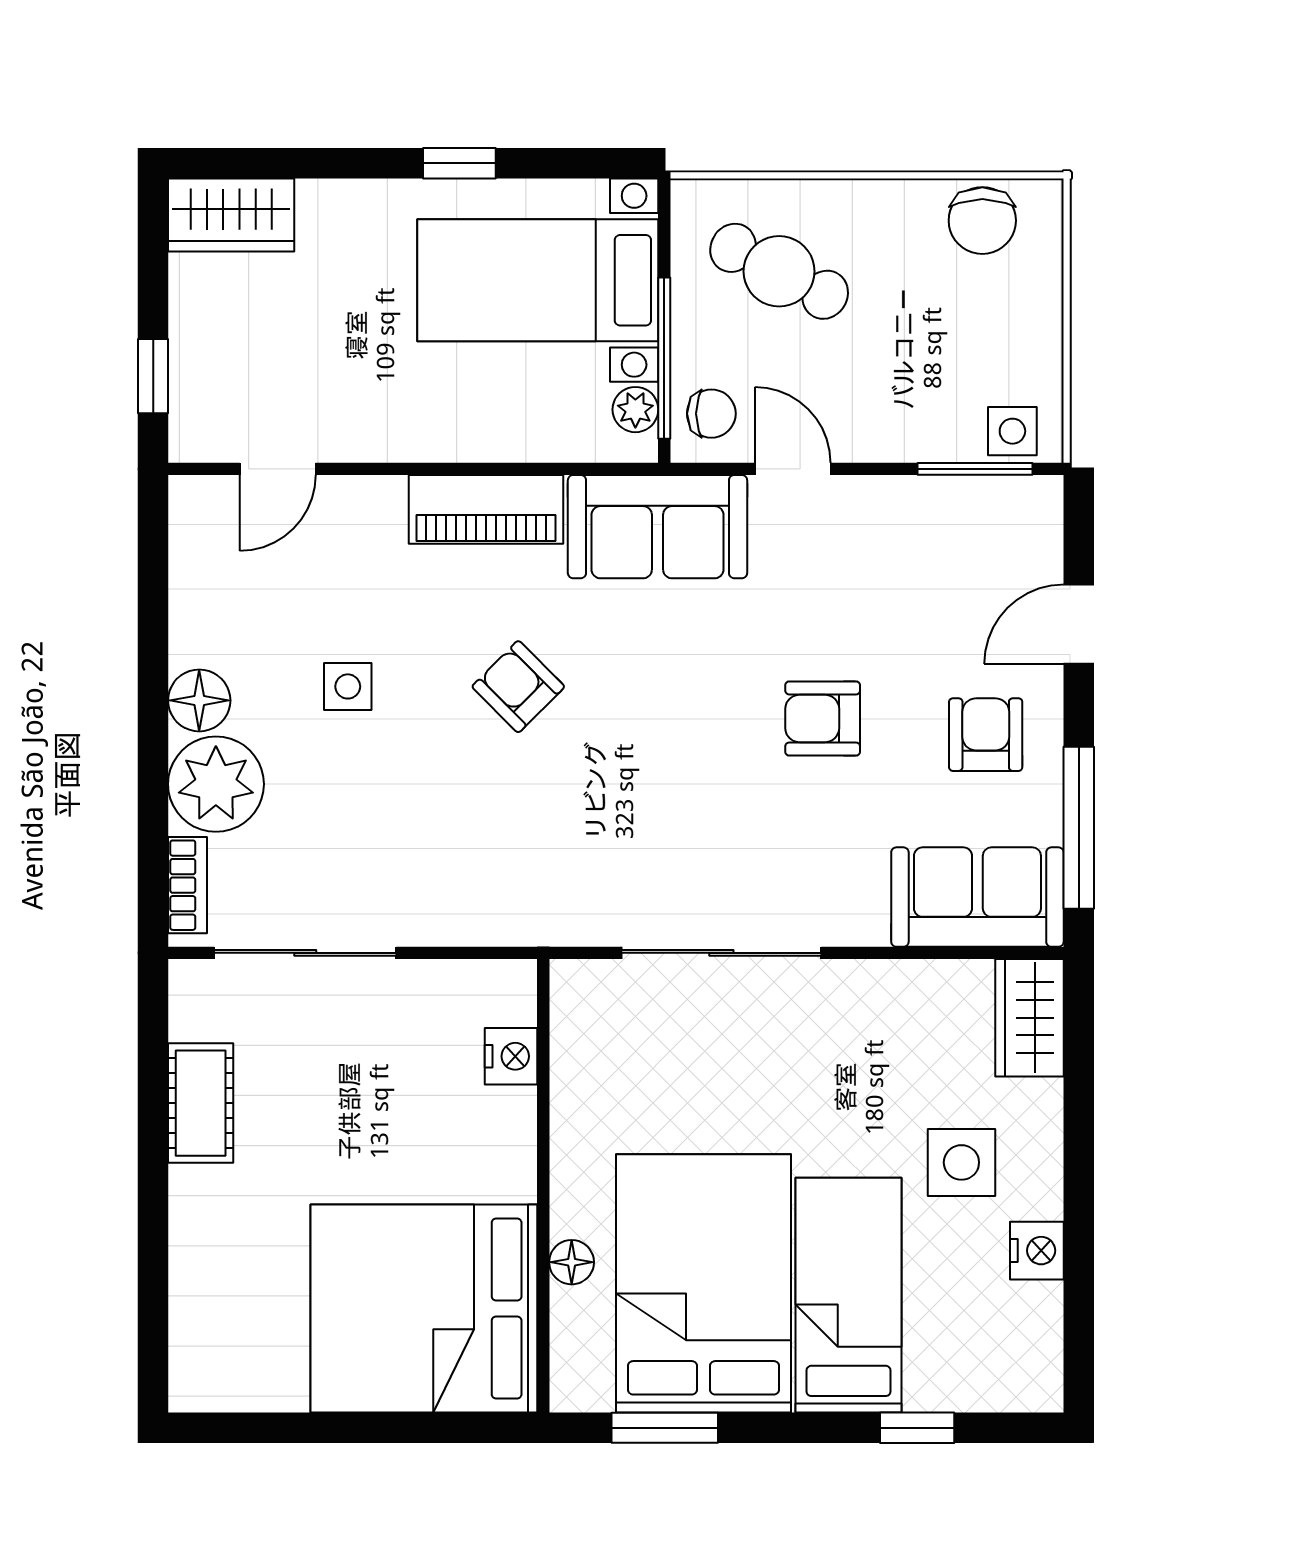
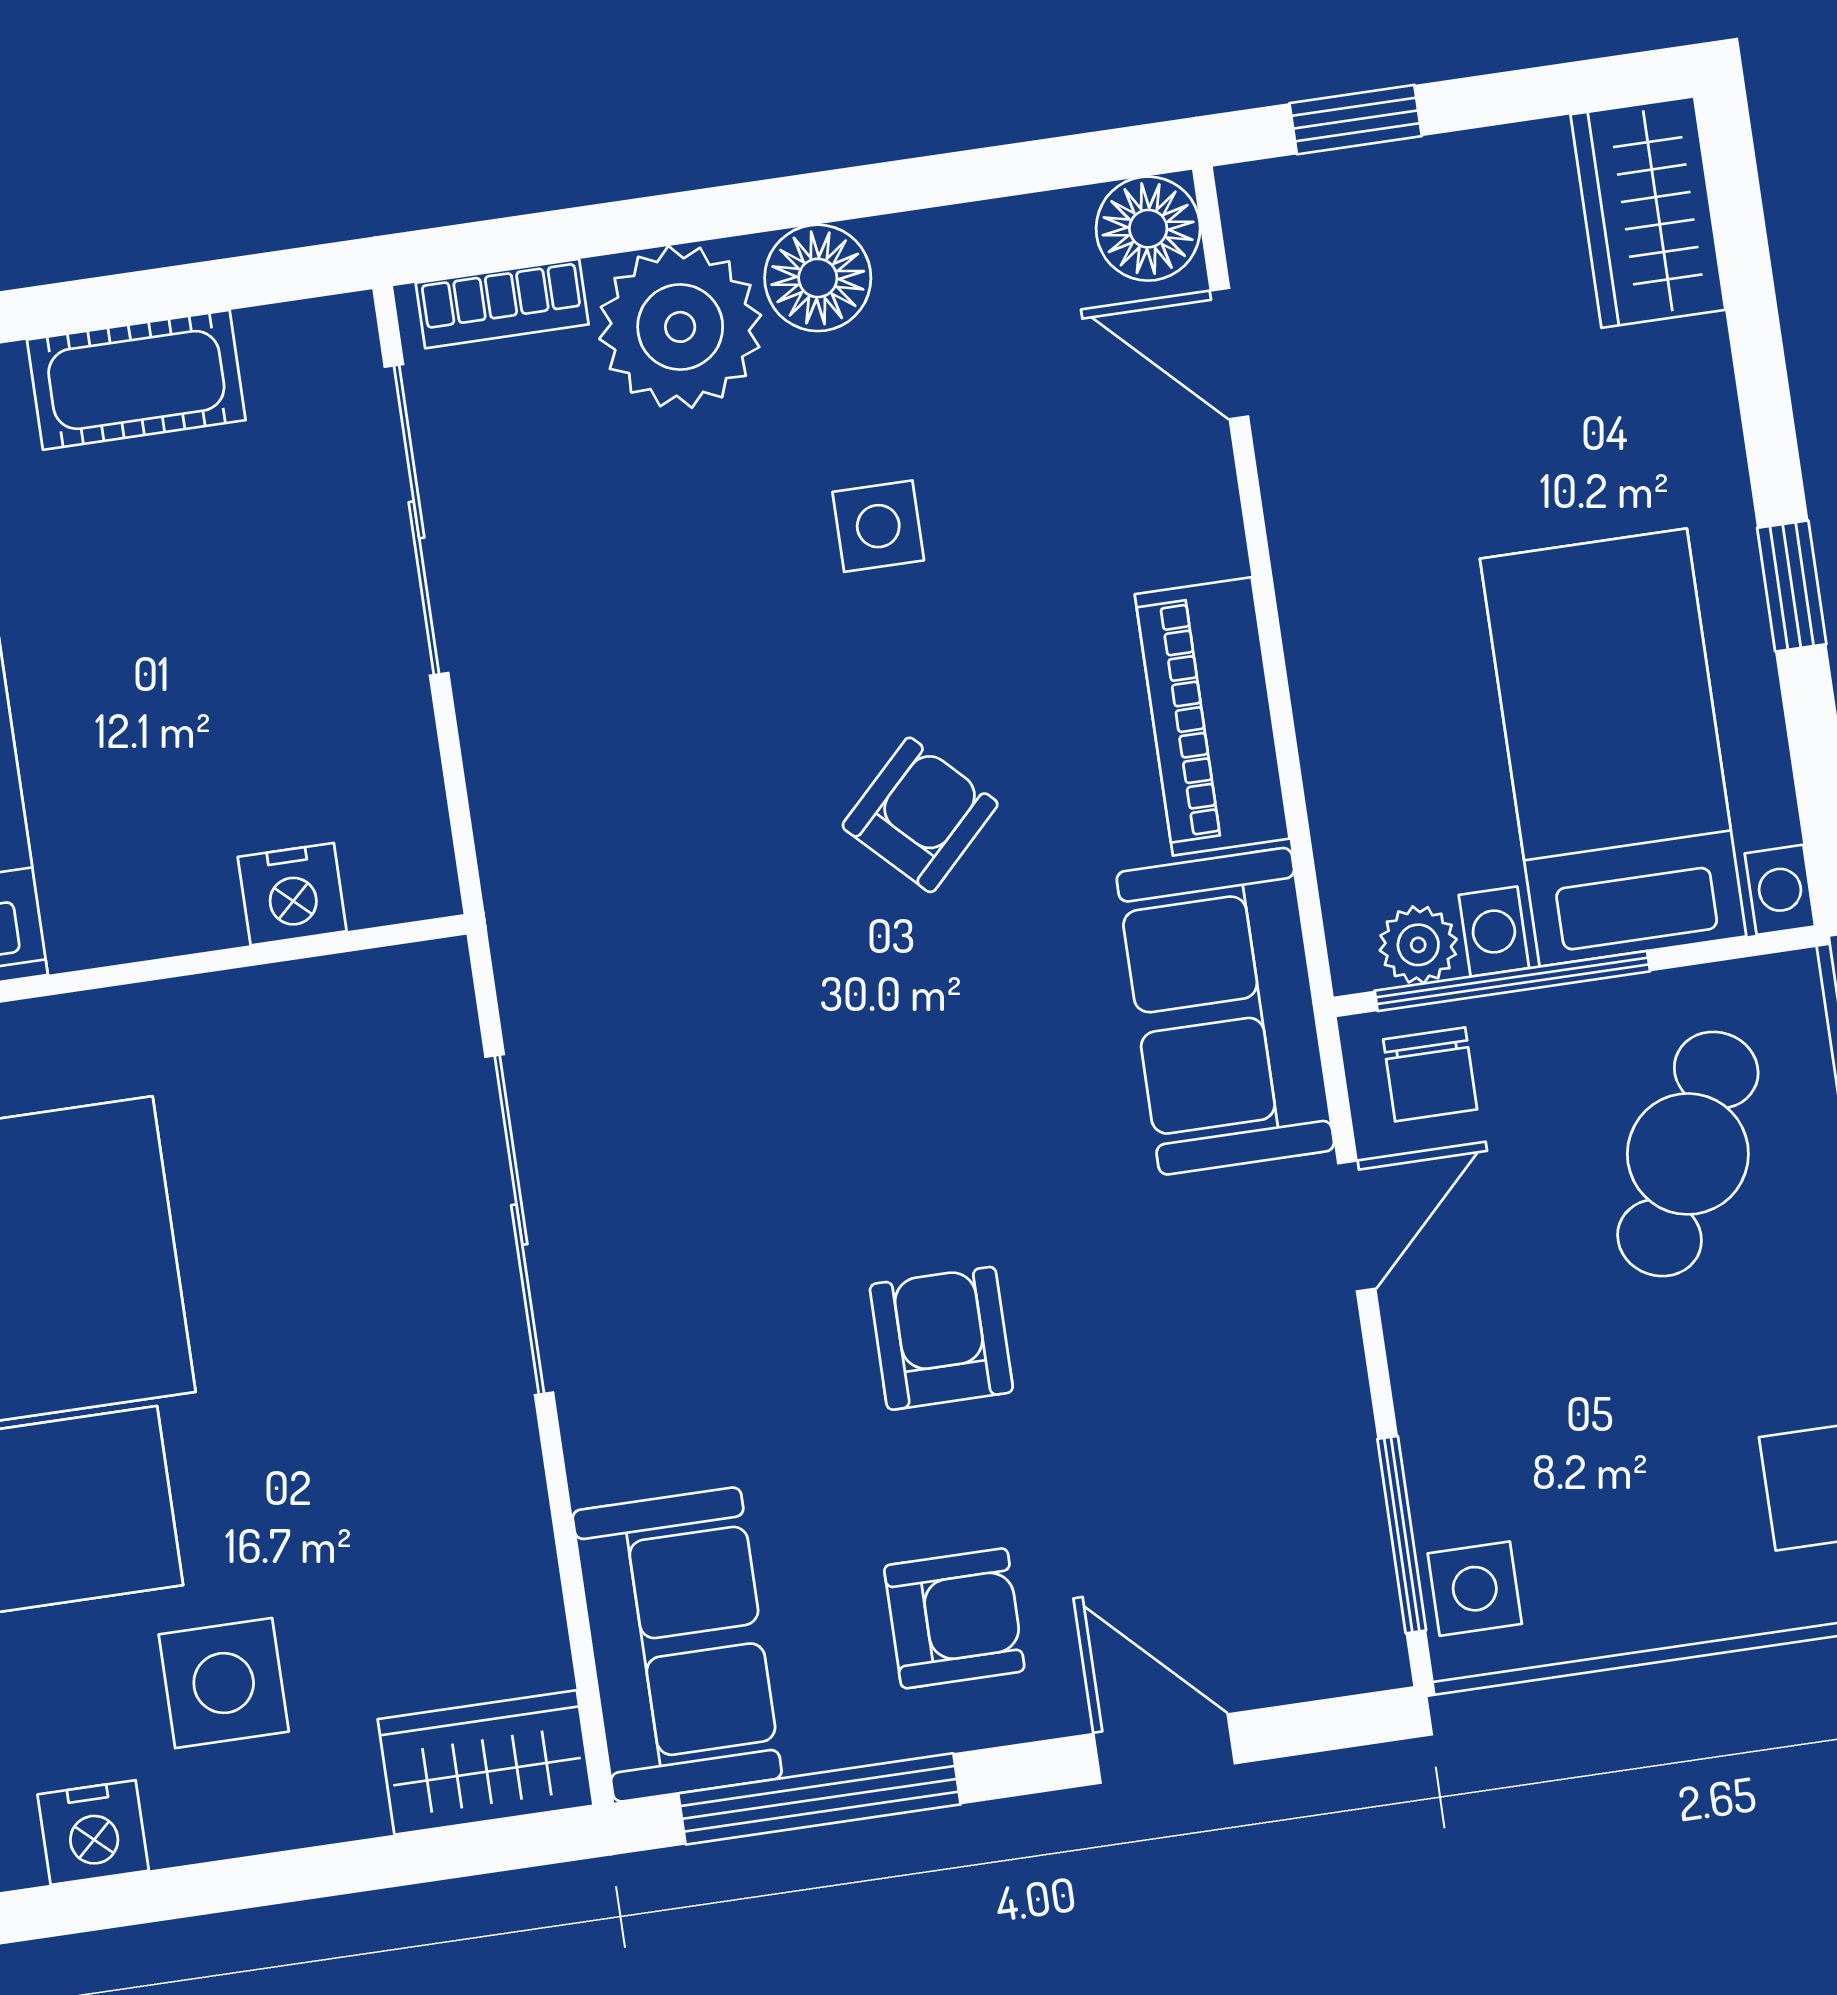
floor lamp: (199, 505) -> (1148, 229), added

